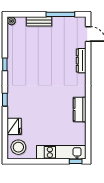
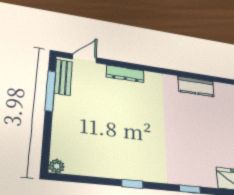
bench: (39, 21) -> (63, 77), moved

